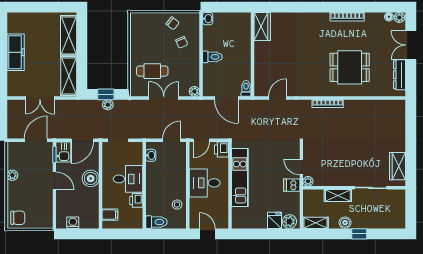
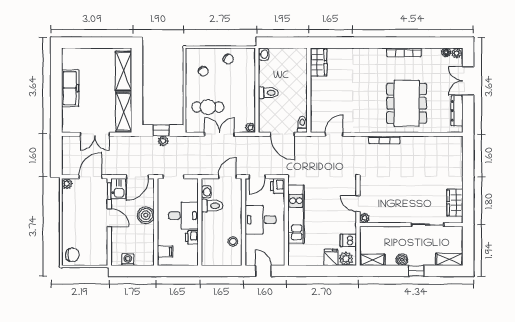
chair: (182, 42) -> (203, 71), moved
dining table: (350, 67) -> (407, 103), width x1.38
plant: (12, 175) -> (67, 184), moved
dishwasher: (292, 185) -> (348, 240), moved
shelving: (338, 196) -> (449, 259), moved
toilet: (156, 222) -> (212, 206), moved

